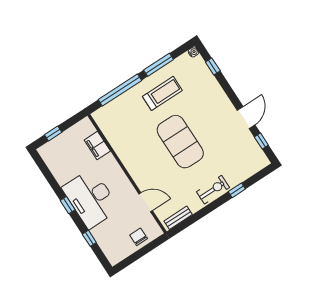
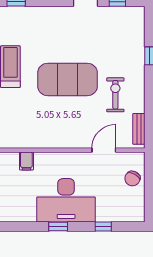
filing cabinet: (97, 145) -> (26, 161), width x0.50
exercise bike: (213, 190) -> (115, 95), moved
chair: (139, 237) -> (132, 179), turned -61

